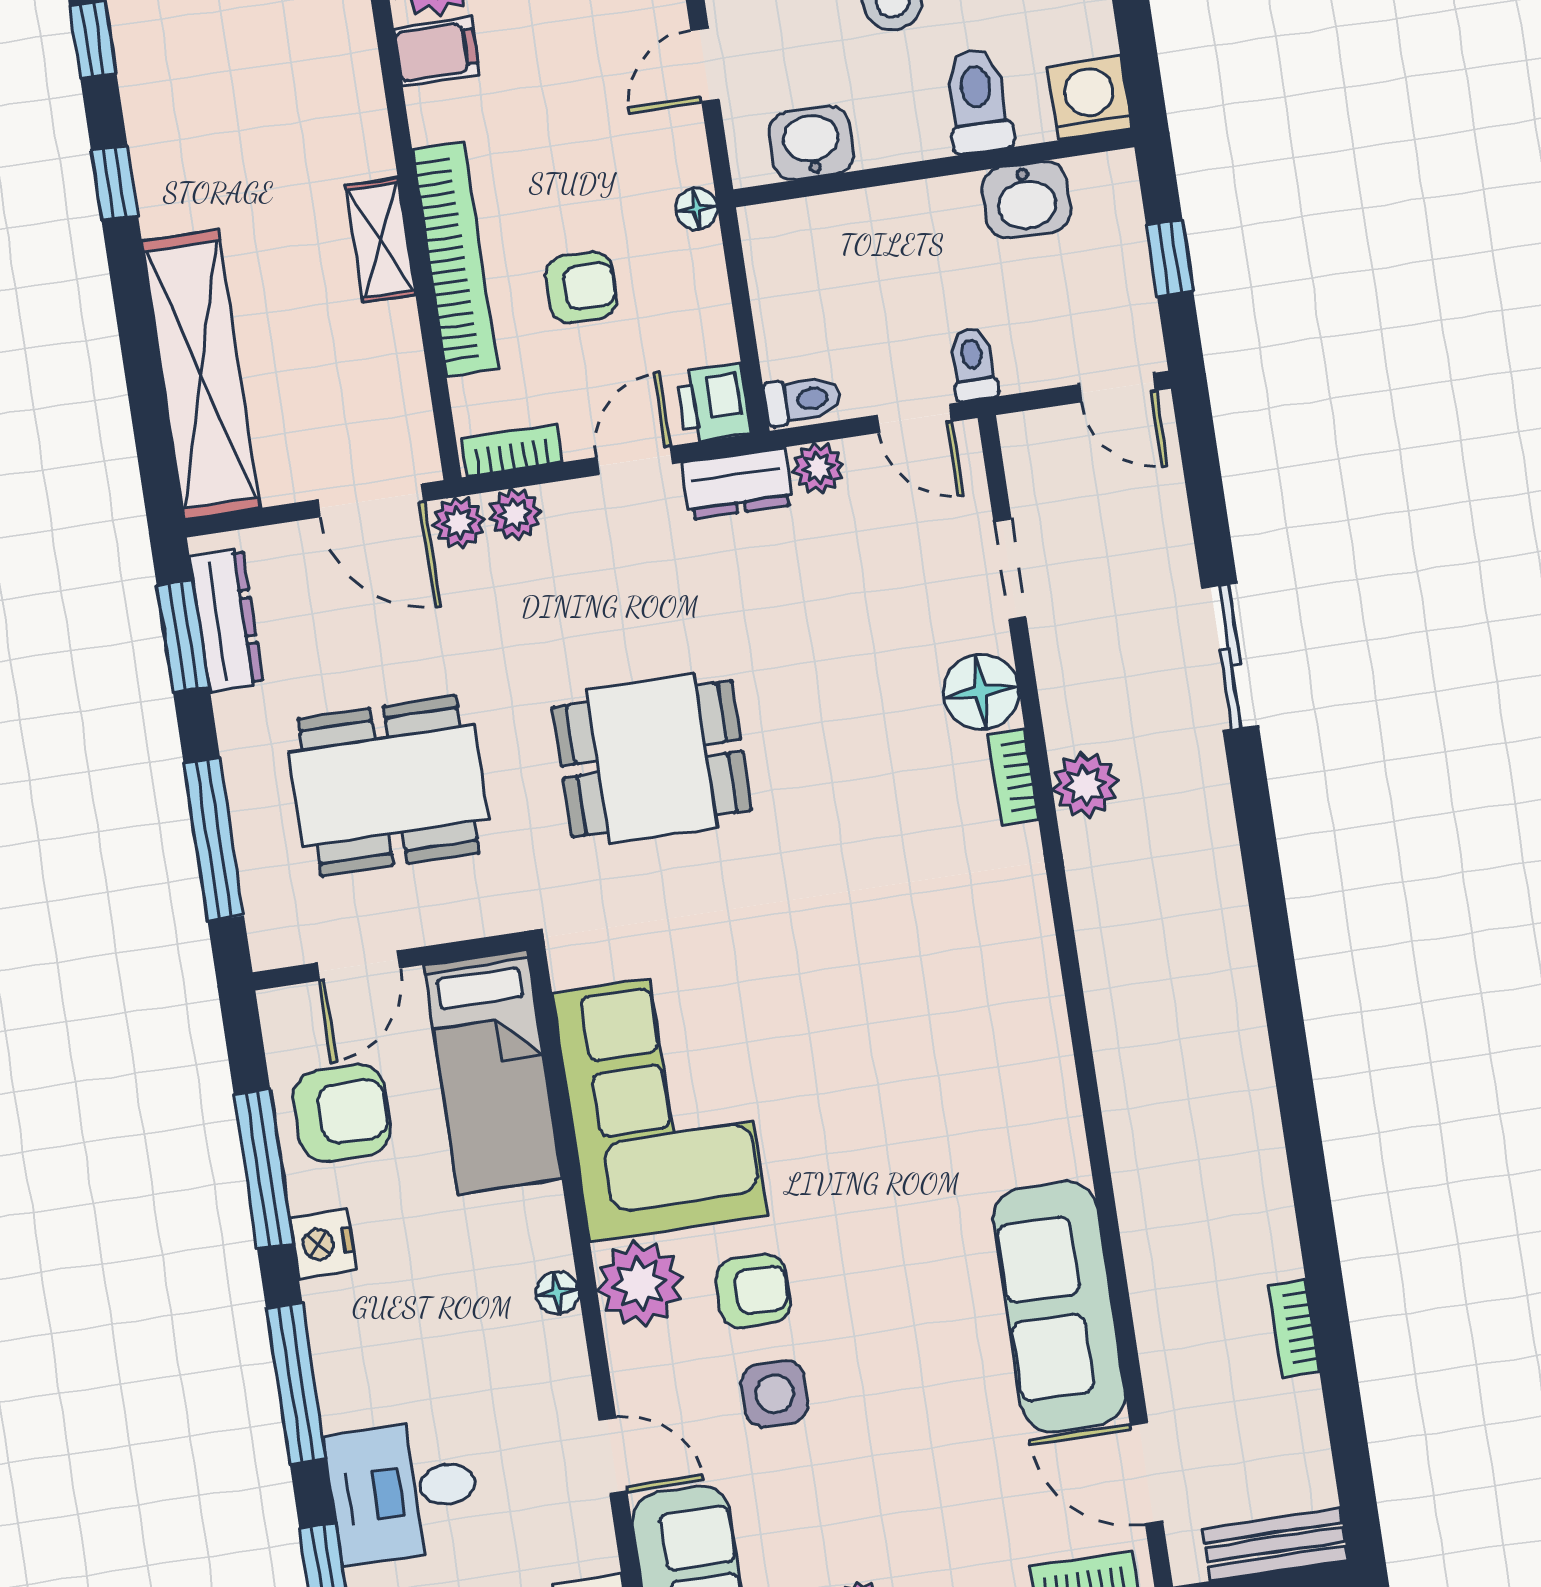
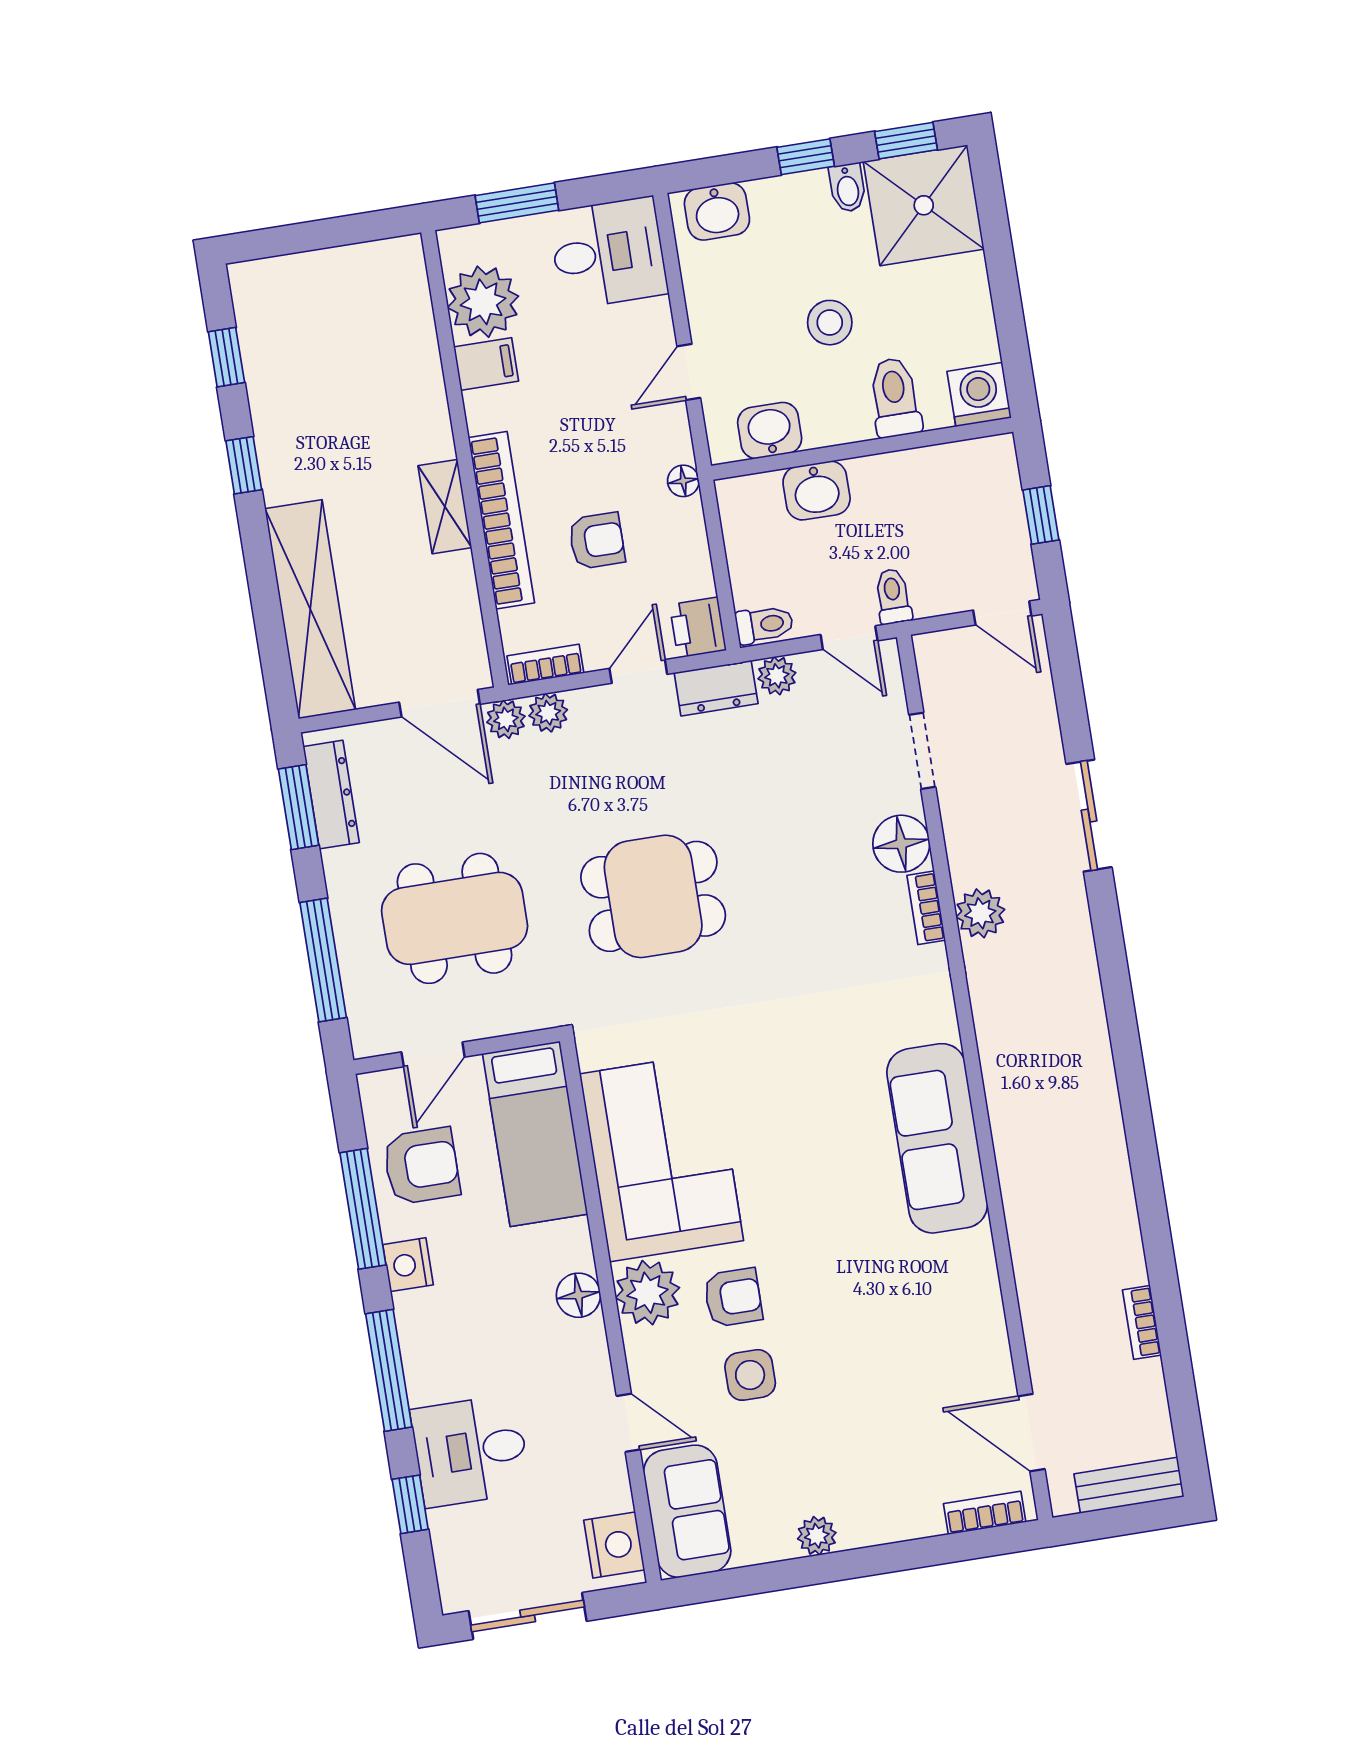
washbasin: (1026, 200) -> (817, 491), moved
floor lamp: (557, 1293) -> (578, 1295), width x1.37, depth x1.37
sofa: (1059, 1307) -> (937, 1138), moved

